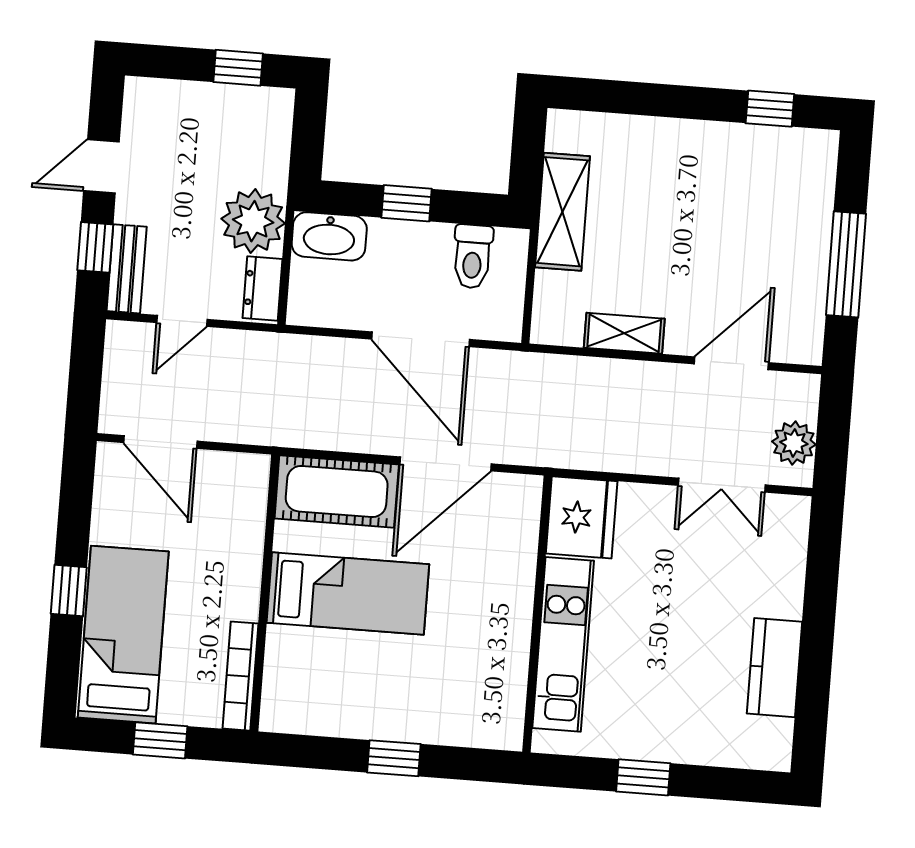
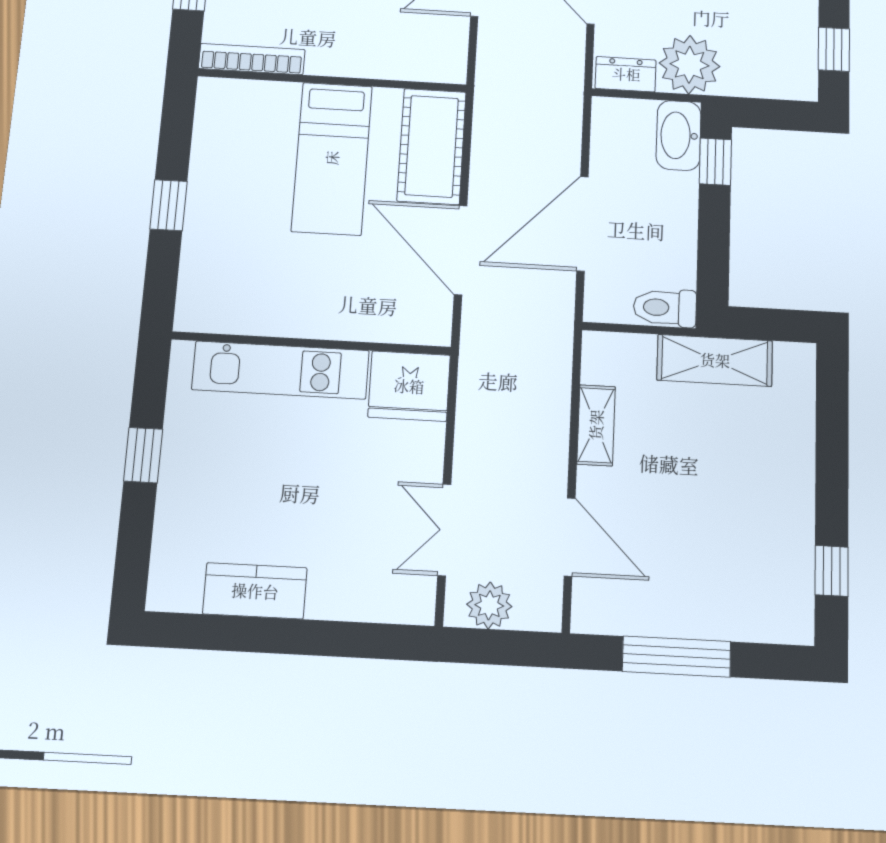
window: (406, 203) -> (715, 162), moved
toilet: (473, 256) -> (665, 308), moved

